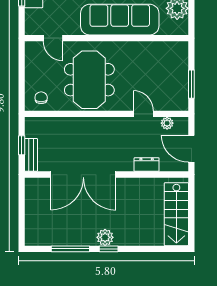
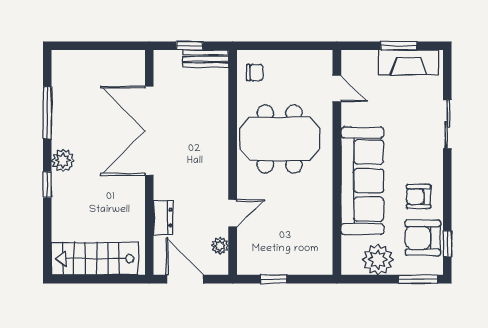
door: (53, 38) -> (337, 89), swing flipped
window: (191, 84) -> (274, 279), width x0.67
door: (191, 149) -> (185, 279), hinge flipped
bench: (31, 155) -> (206, 59), moved
window: (109, 249) -> (47, 185), moved

